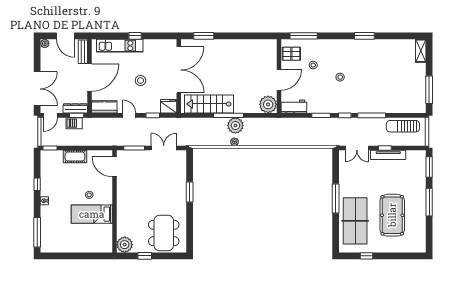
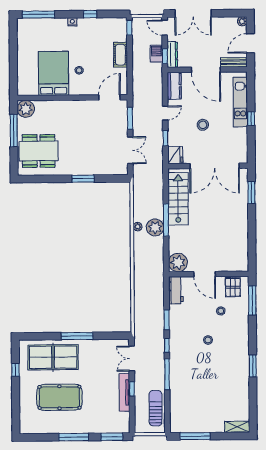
bed: (92, 214) -> (53, 73), width x1.50
window: (145, 256) -> (14, 131), width x2.17

